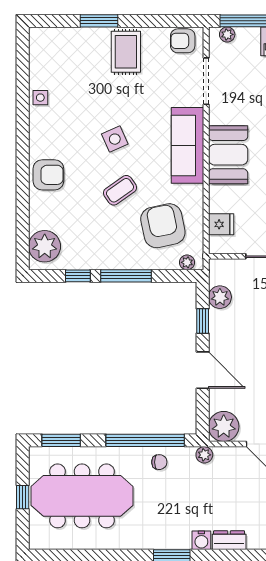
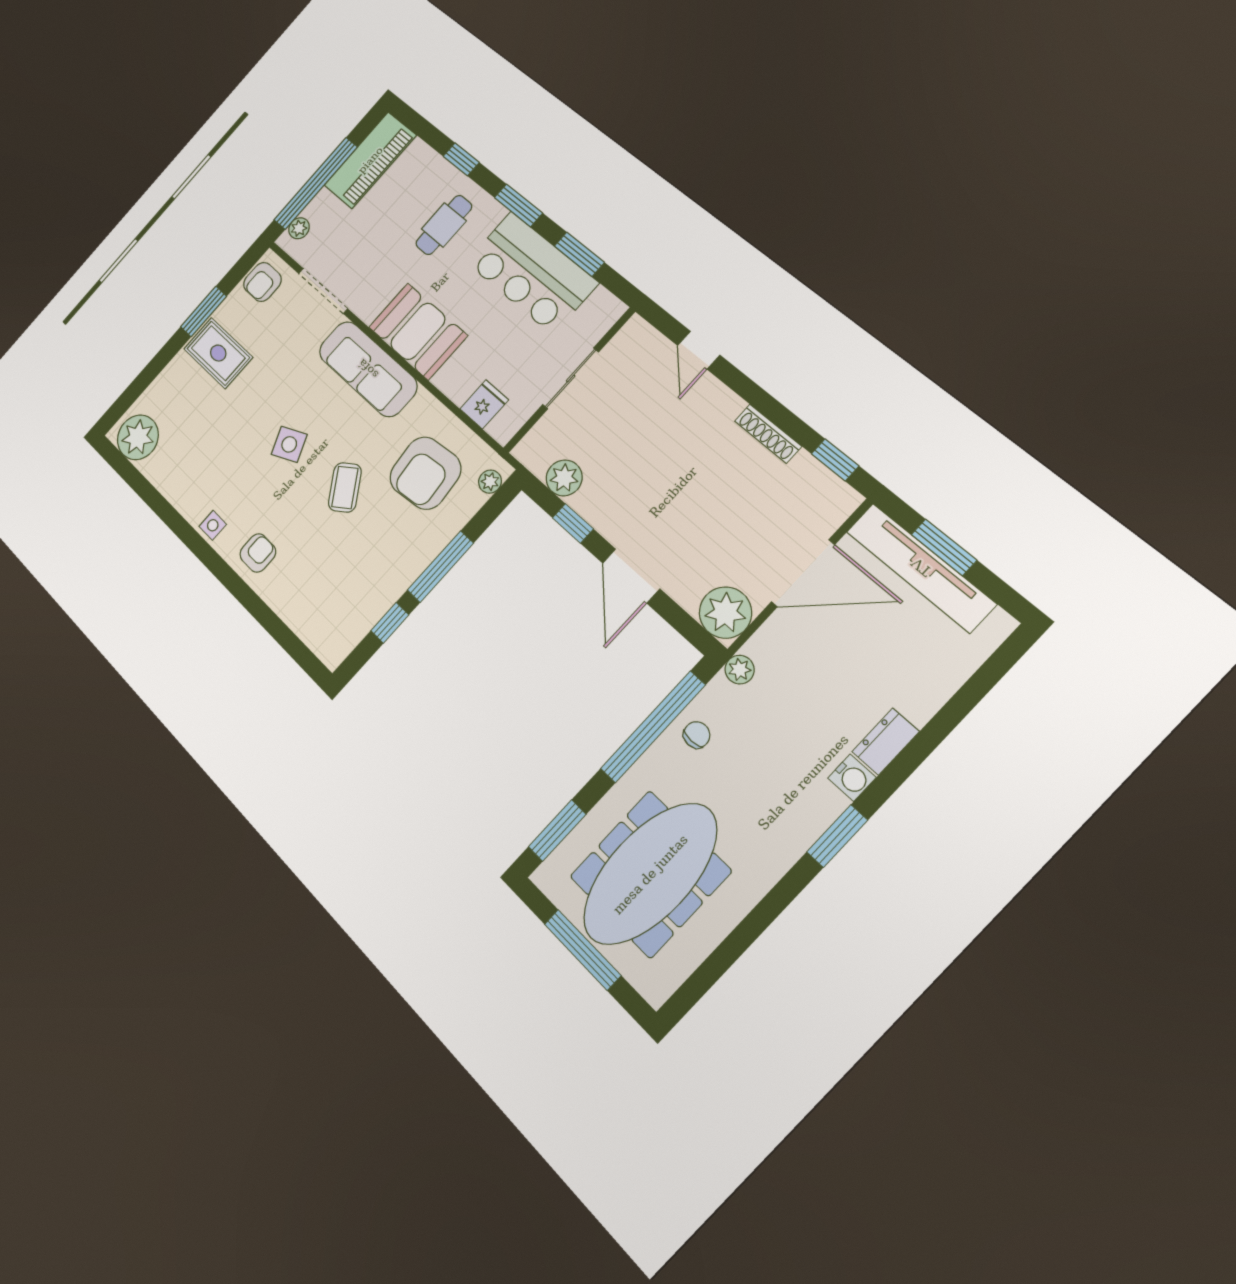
window: (99, 21) -> (204, 312), moved
side table: (40, 98) -> (213, 525), moved
armchair: (48, 175) -> (258, 553), width x0.72, depth x0.72
armchair: (163, 226) -> (425, 473), turned -84
plant: (45, 246) -> (138, 437), moved
door: (203, 370) -> (631, 576), swing flipped
window: (23, 497) -> (582, 950), width x2.17

